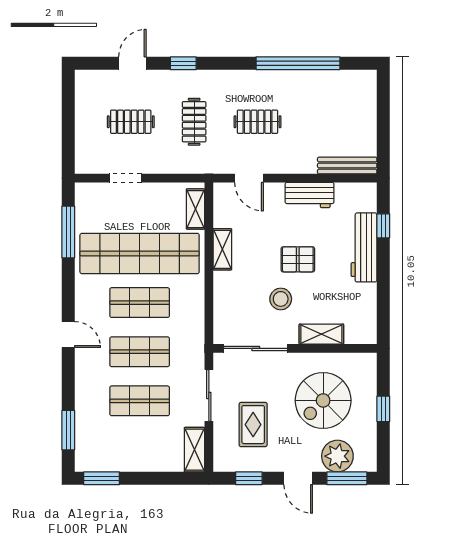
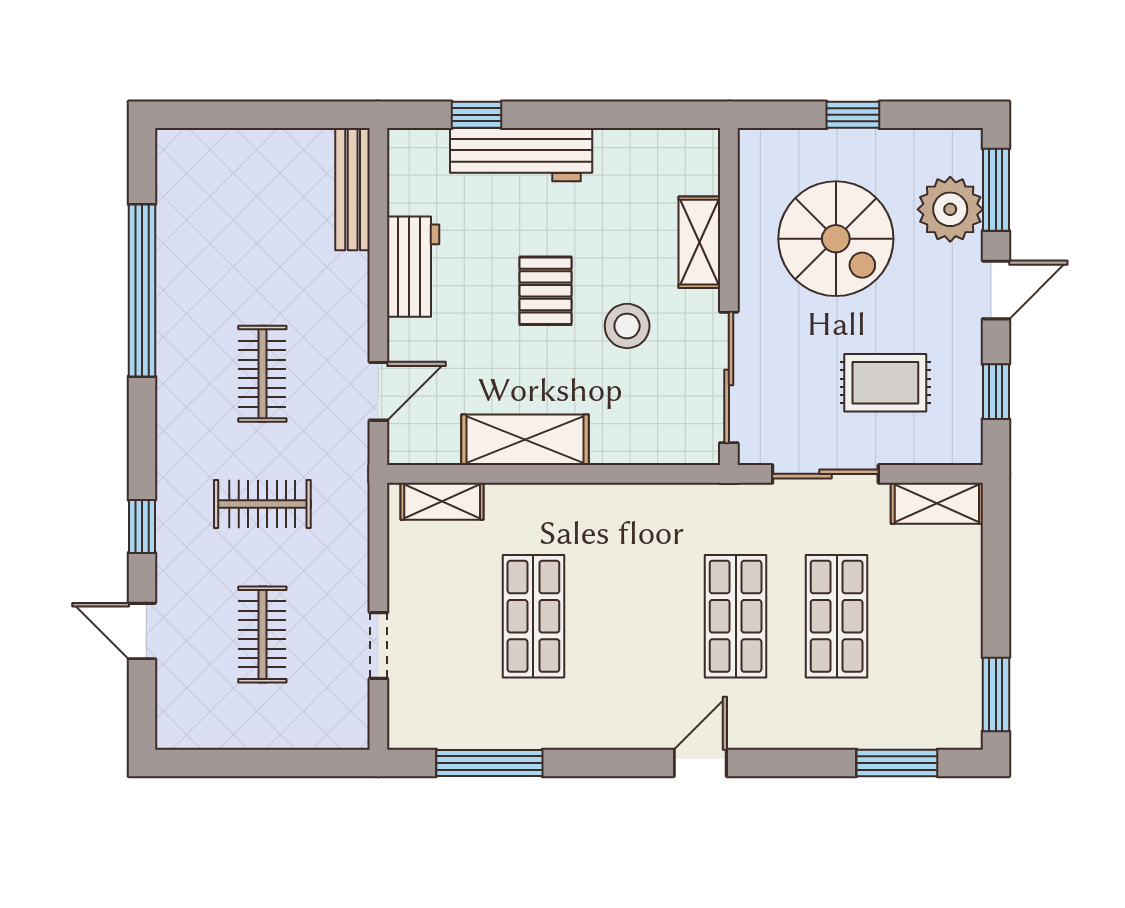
shelving: (222, 249) -> (525, 440), width x1.50, depth x1.33
shop shelf: (140, 253) -> (533, 616), width x0.50, depth x0.74
shop shelf: (140, 303) -> (634, 616), removed

